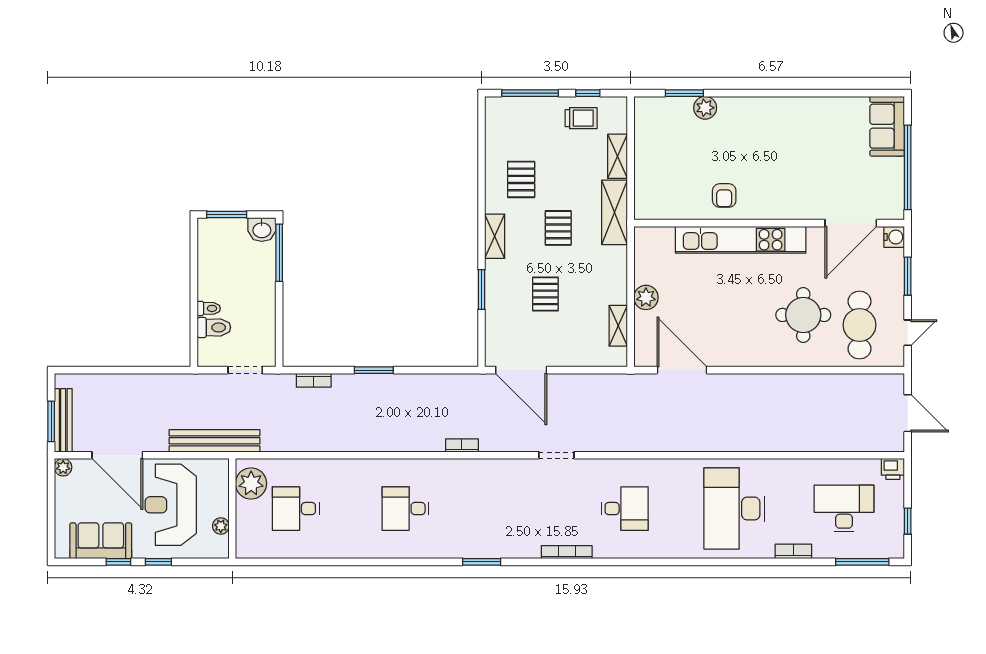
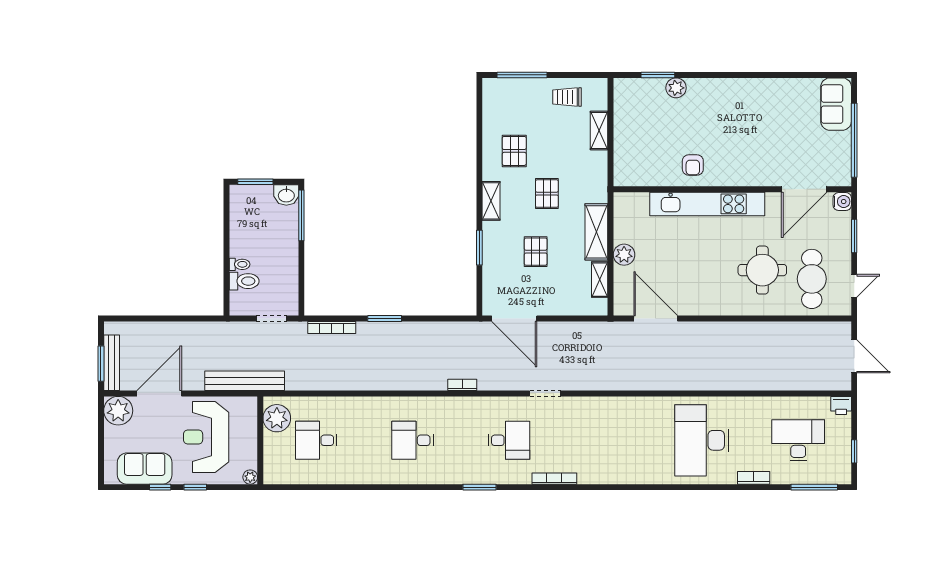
window: (588, 93) -> (573, 75), removed
trolley: (581, 118) -> (567, 97), turned 180
shelving: (615, 212) -> (596, 232), moved
bookcase: (314, 380) -> (332, 327), width x1.56
door: (117, 455) -> (159, 393), swing flipped
plant: (63, 467) -> (118, 411), width x1.88, depth x1.88
desk: (625, 509) -> (509, 440), moved
plant: (221, 526) -> (250, 477), moved

